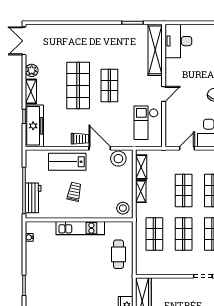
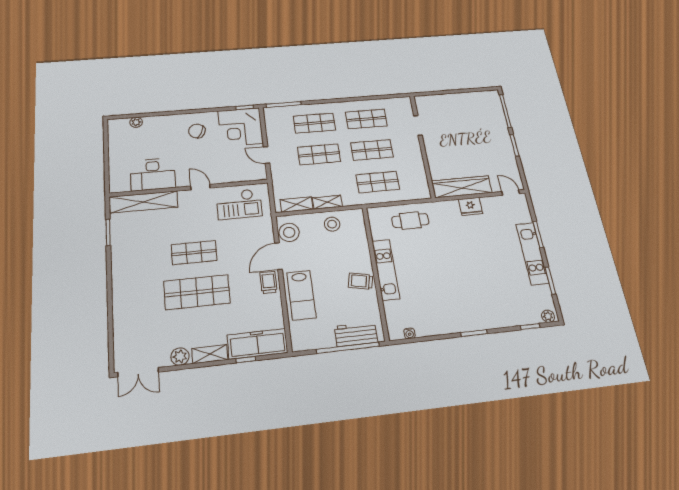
desk: (178, 41) -> (153, 174), moved
trolley: (74, 192) -> (361, 281), moved
stool: (123, 208) -> (332, 224), moved

